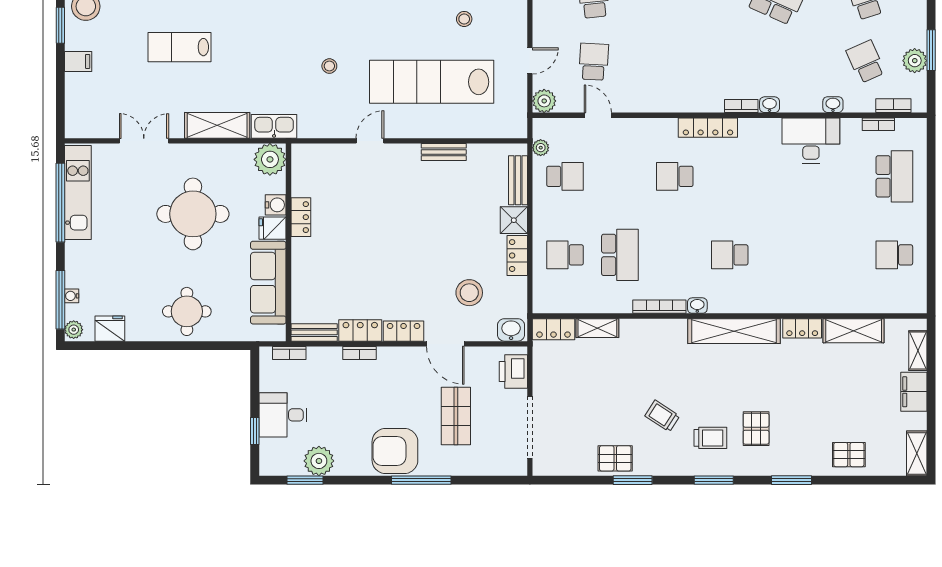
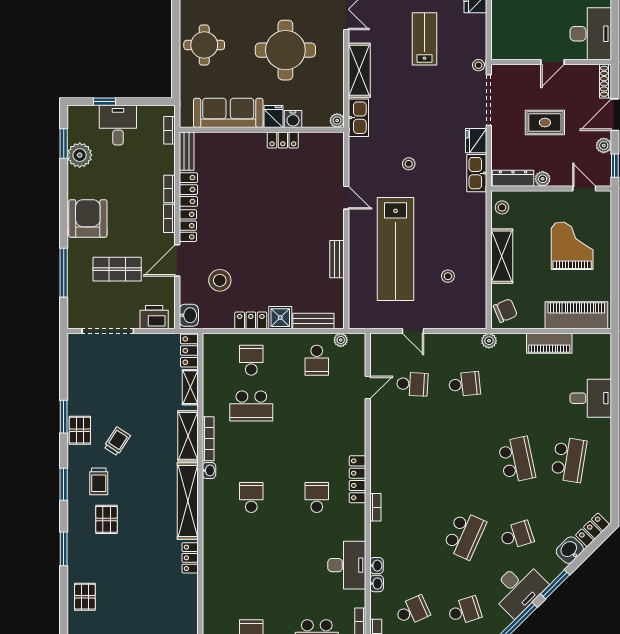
lab bench: (432, 82) -> (396, 249), turned 180
plant: (544, 101) -> (380, 343), removed
washbasin: (770, 105) -> (376, 566), moved
plant: (270, 159) -> (337, 120), width x0.53, depth x0.53
school desk: (675, 176) -> (317, 497), moved
shelving: (854, 331) -> (188, 436), moved
bookcase: (395, 353) -> (169, 218), added
pallet: (756, 429) -> (106, 519), turned 90
pallet: (615, 458) -> (80, 430), moved
window: (421, 480) -> (64, 273), moved

